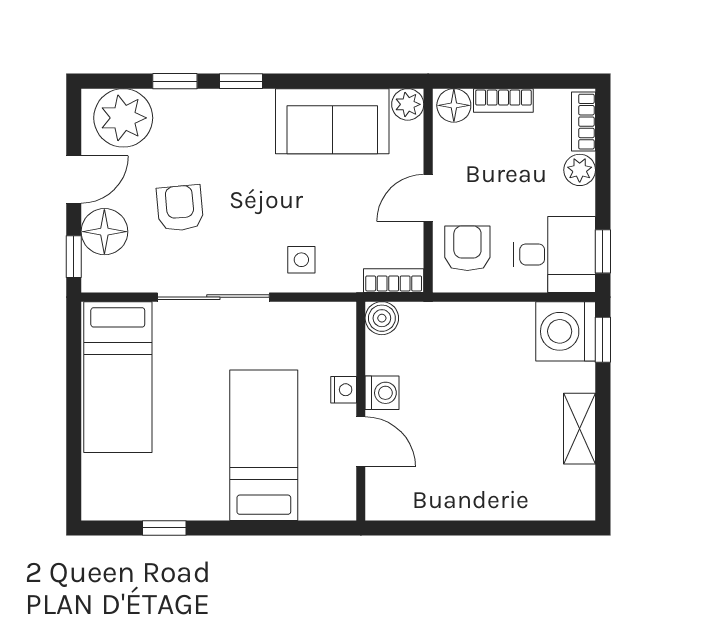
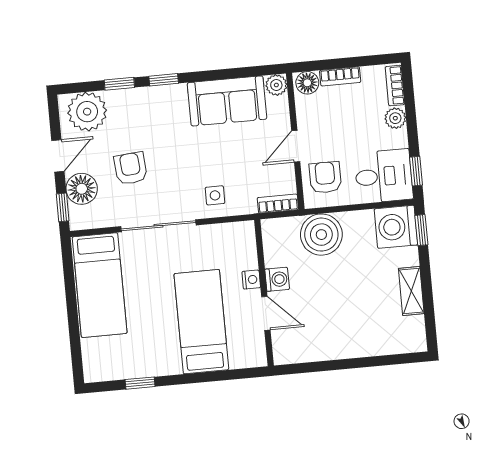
boiler: (382, 318) -> (321, 235), moved, width x1.86, depth x1.86

